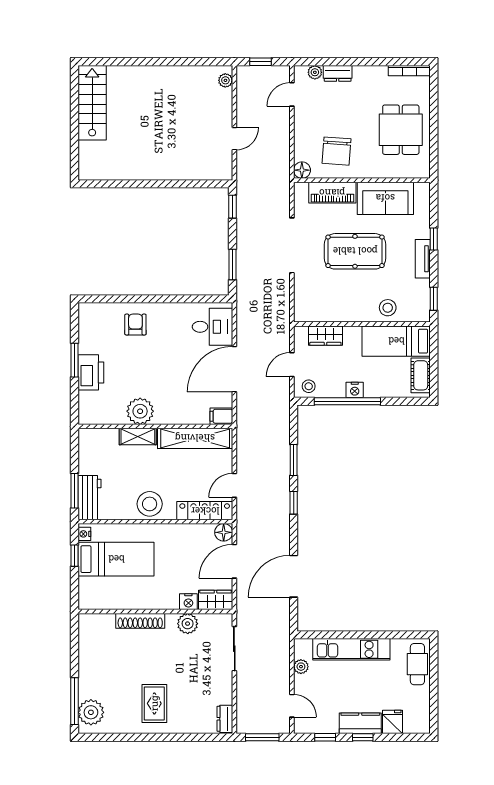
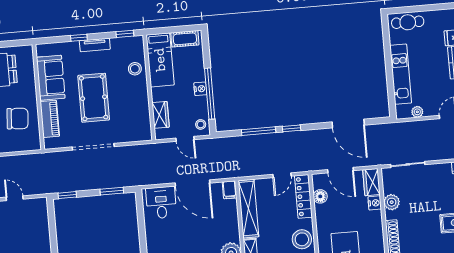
floor lamp: (302, 170) -> (34, 144), removed
window: (294, 460) -> (259, 131), width x1.44
door: (234, 485) -> (282, 175), hinge flipped
floor lamp: (224, 532) -> (320, 196), moved

